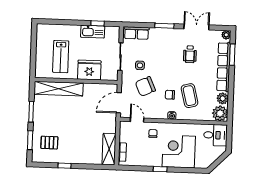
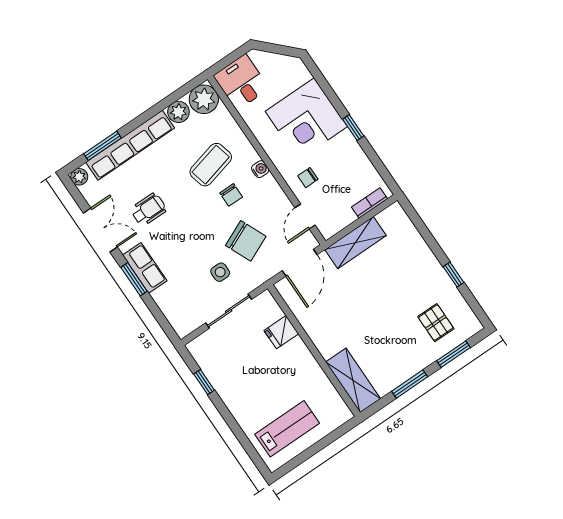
double door: (196, 27) -> (100, 230), swing flipped
kitchen sink: (93, 32) -> (222, 380), removed
row of seats: (136, 33) -> (145, 268), moved
lab bench: (61, 57) -> (287, 429), moved
fridge: (89, 70) -> (281, 332), width x0.53, depth x0.75
shelving: (59, 89) -> (353, 380), width x0.68
door: (119, 103) -> (300, 263), hinge flipped
shelving: (109, 149) -> (355, 243), moved

